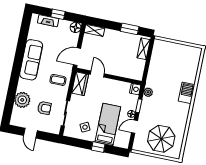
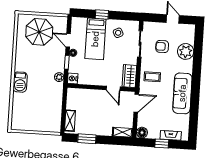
door: (134, 127) -> (68, 40), swing flipped

